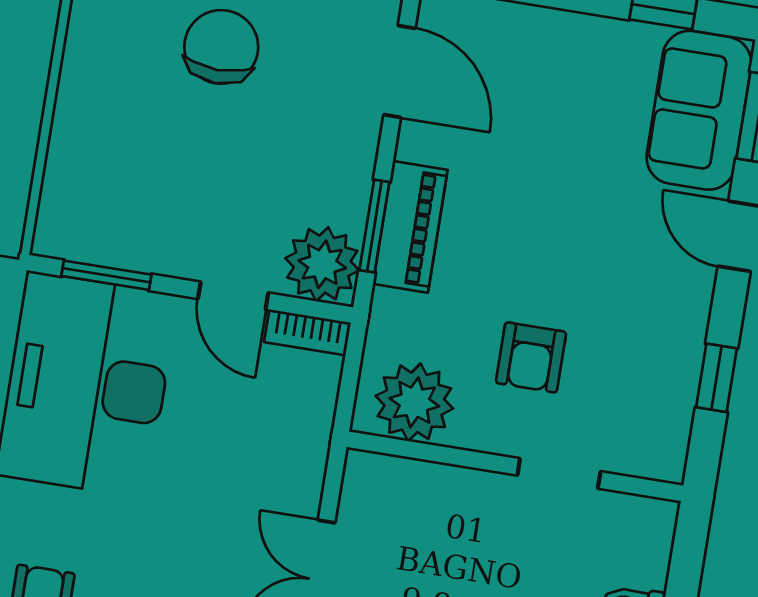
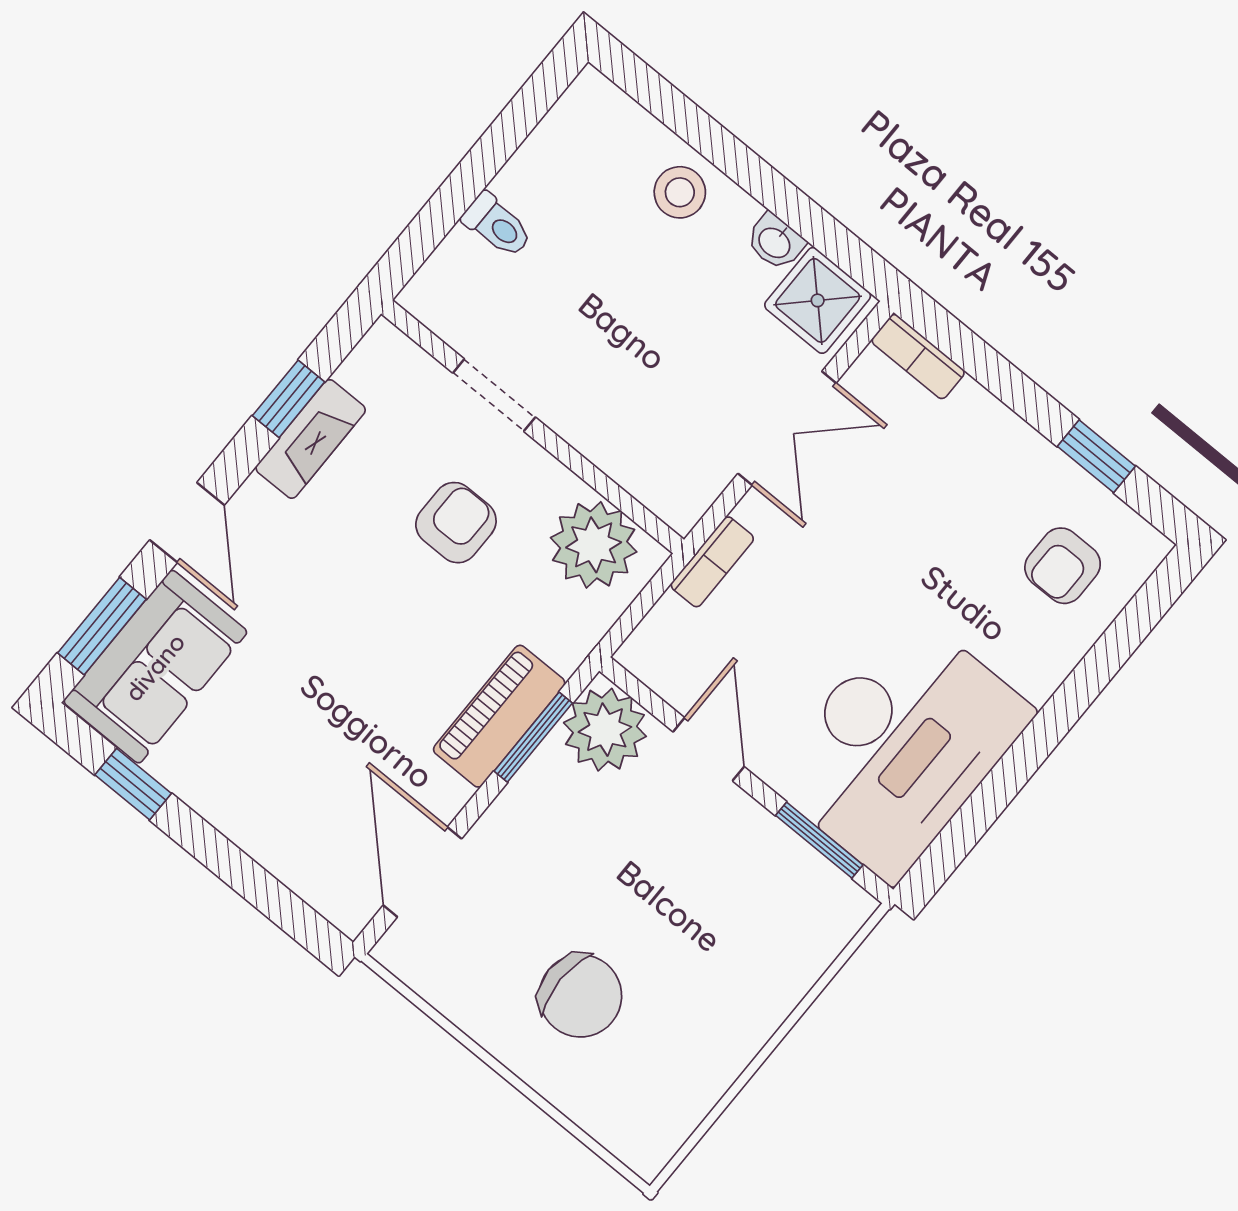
chair: (221, 47) -> (580, 996), turned -91
bookcase: (307, 332) -> (712, 562), moved, turned 90
fireplace: (681, 357) -> (311, 439), added

